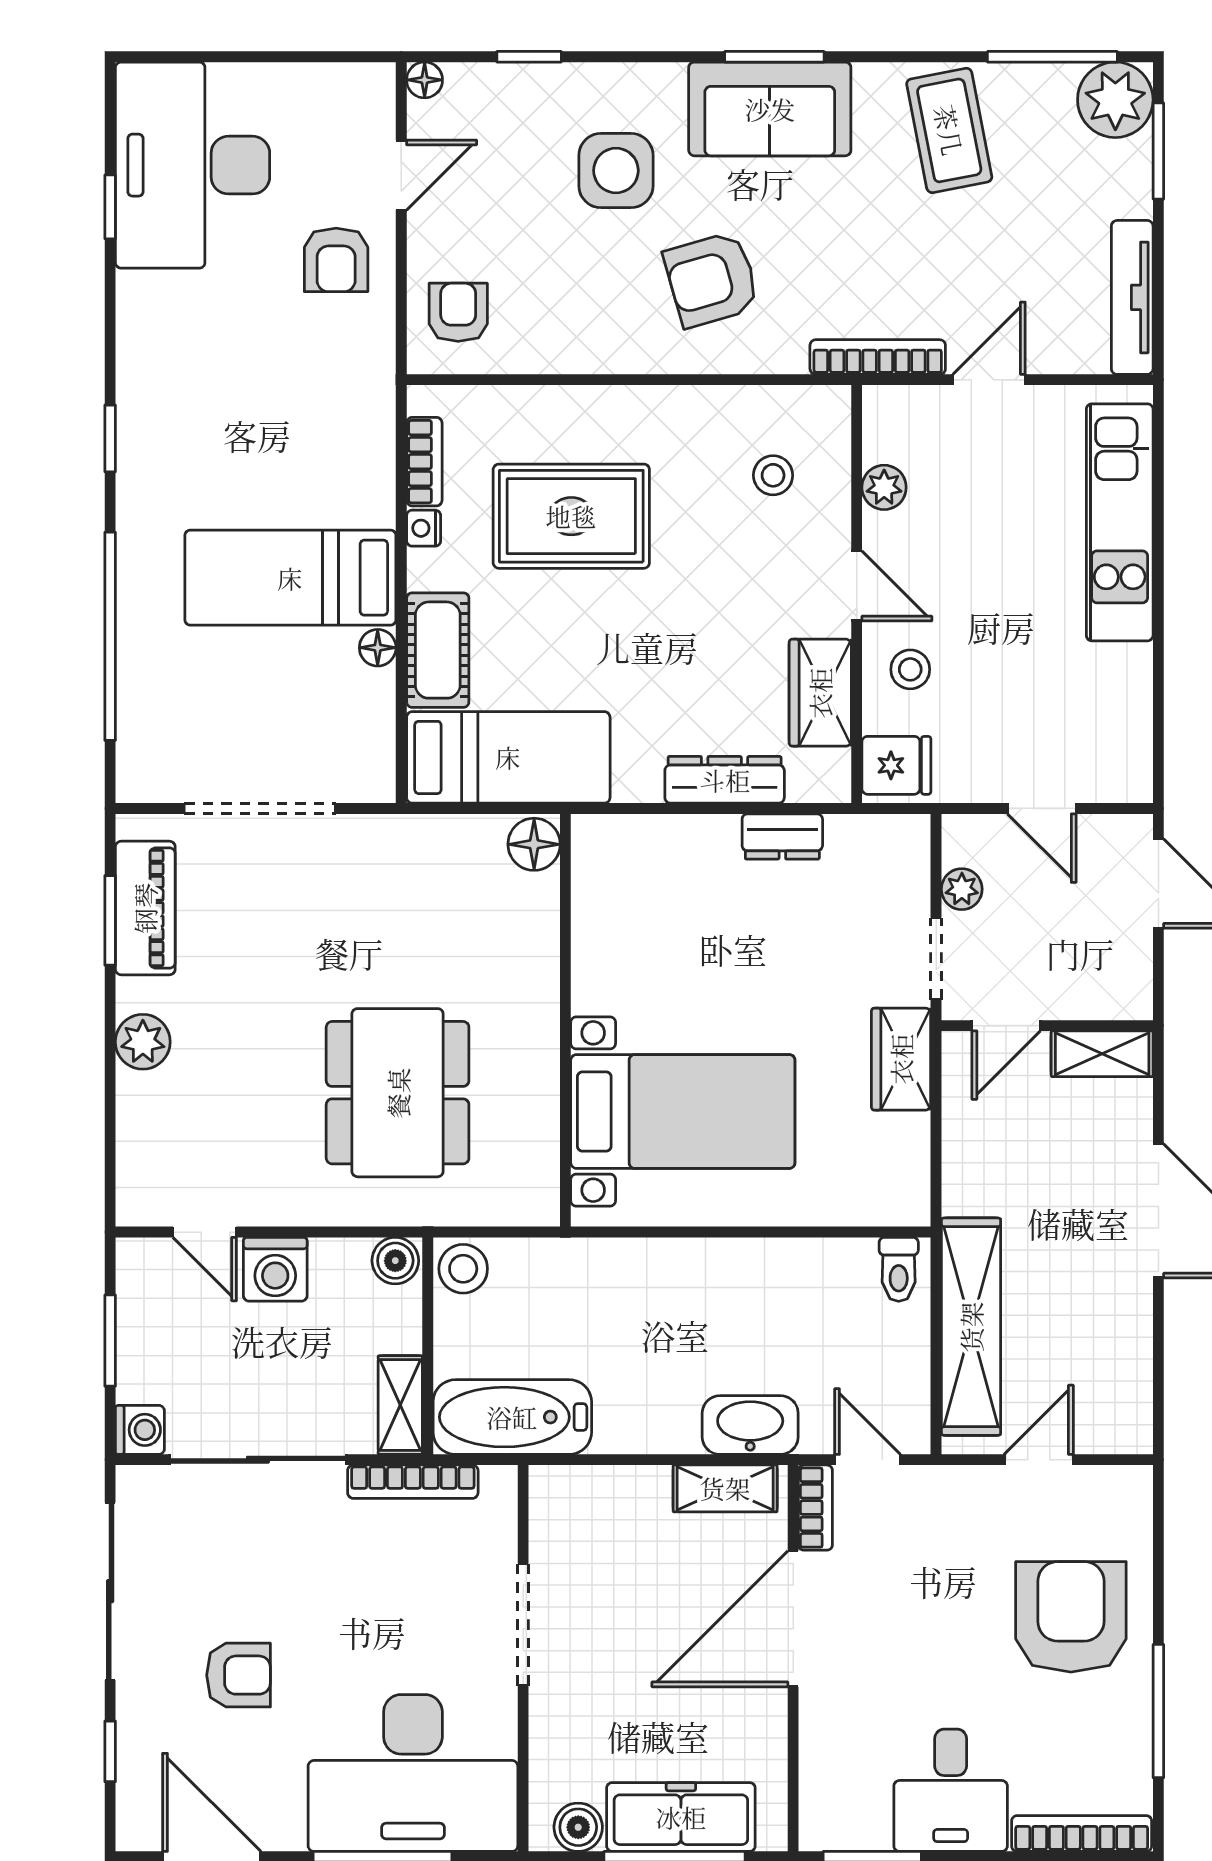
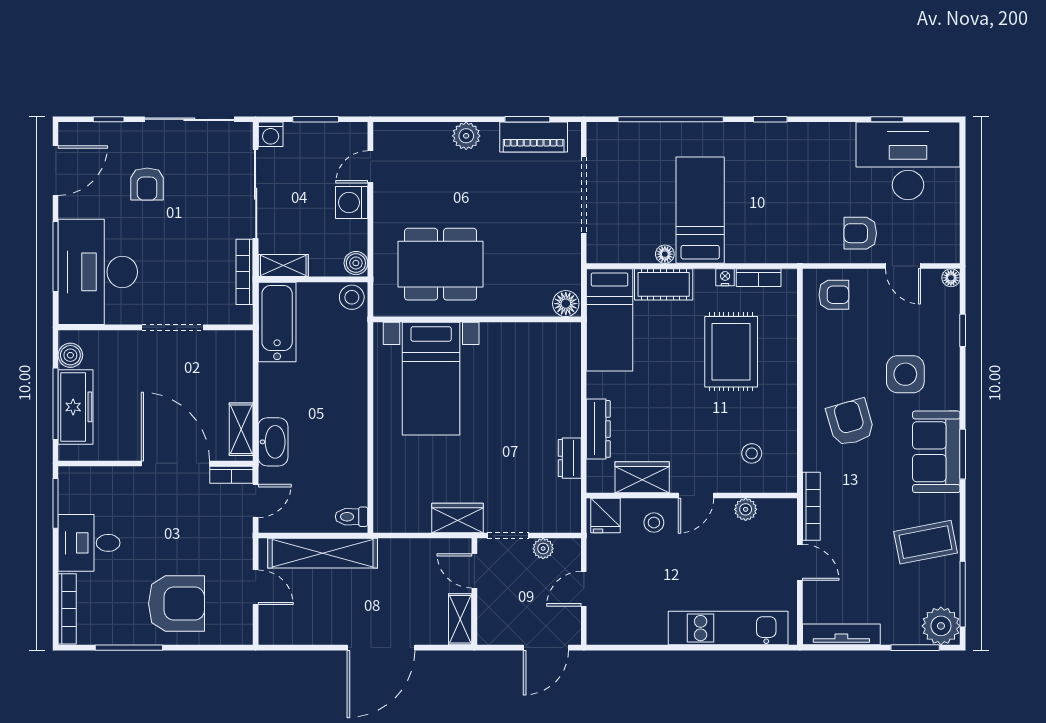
floor lamp: (534, 844) -> (566, 304), moved
wall: (565, 1020) -> (477, 319), moved
bed with nightstands: (683, 1111) -> (431, 379), moved

